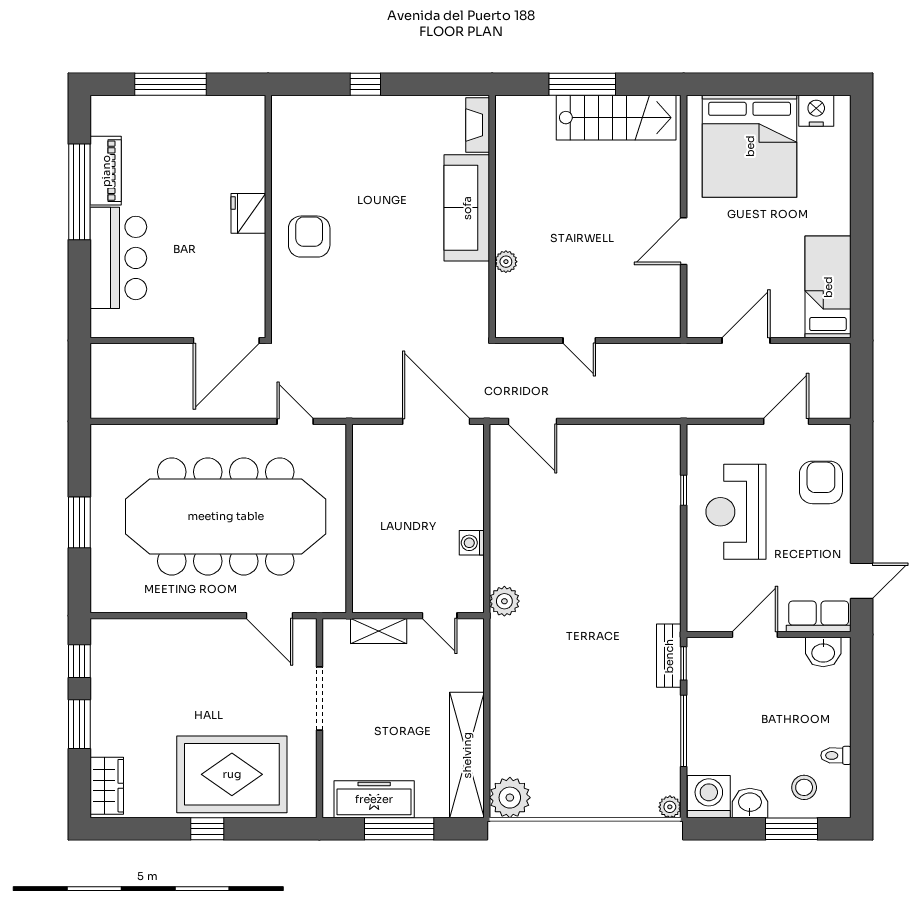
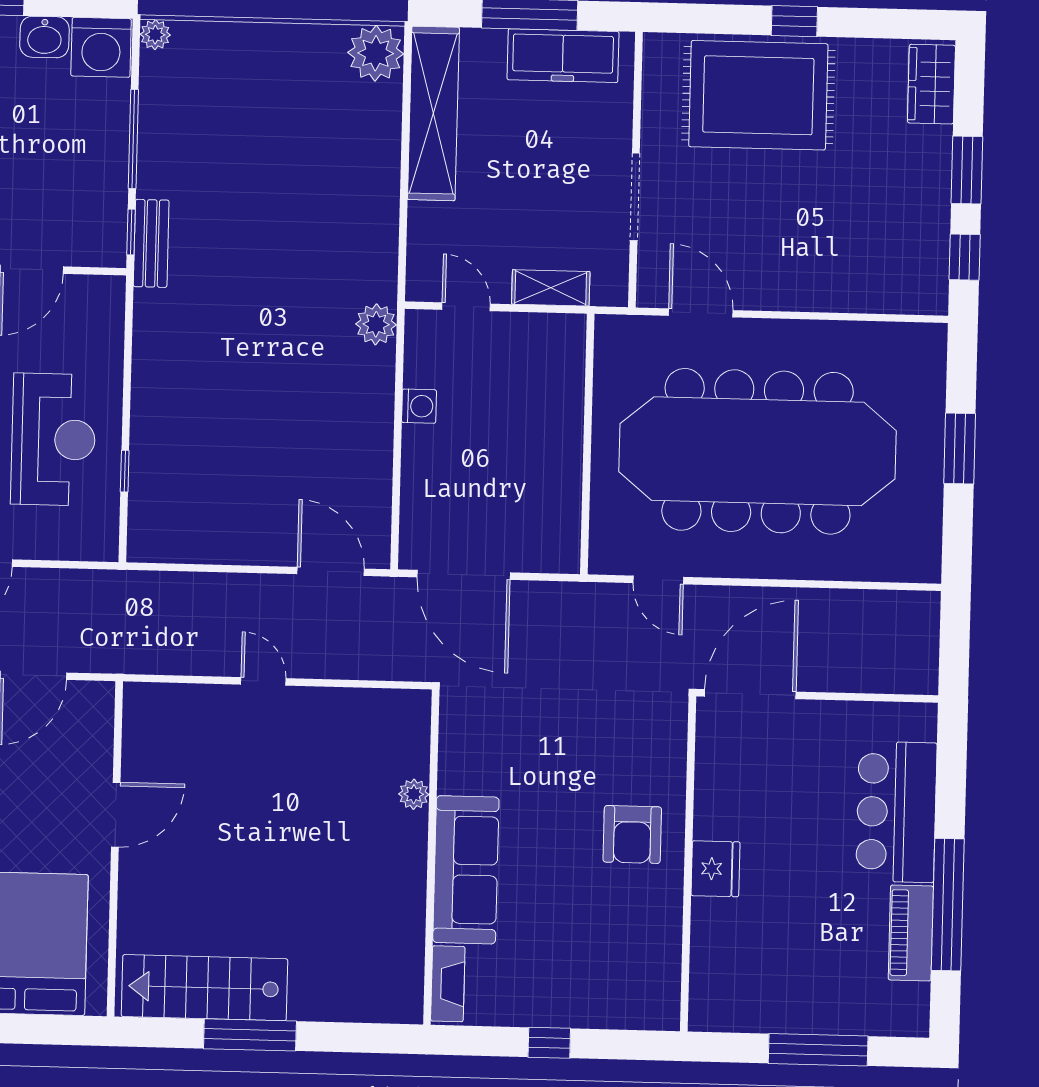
fireplace: (478, 125) -> (448, 984), moved
sofa: (467, 208) -> (466, 870), moved
wall: (492, 216) -> (431, 857), moved
plant: (506, 262) -> (414, 794), moved

